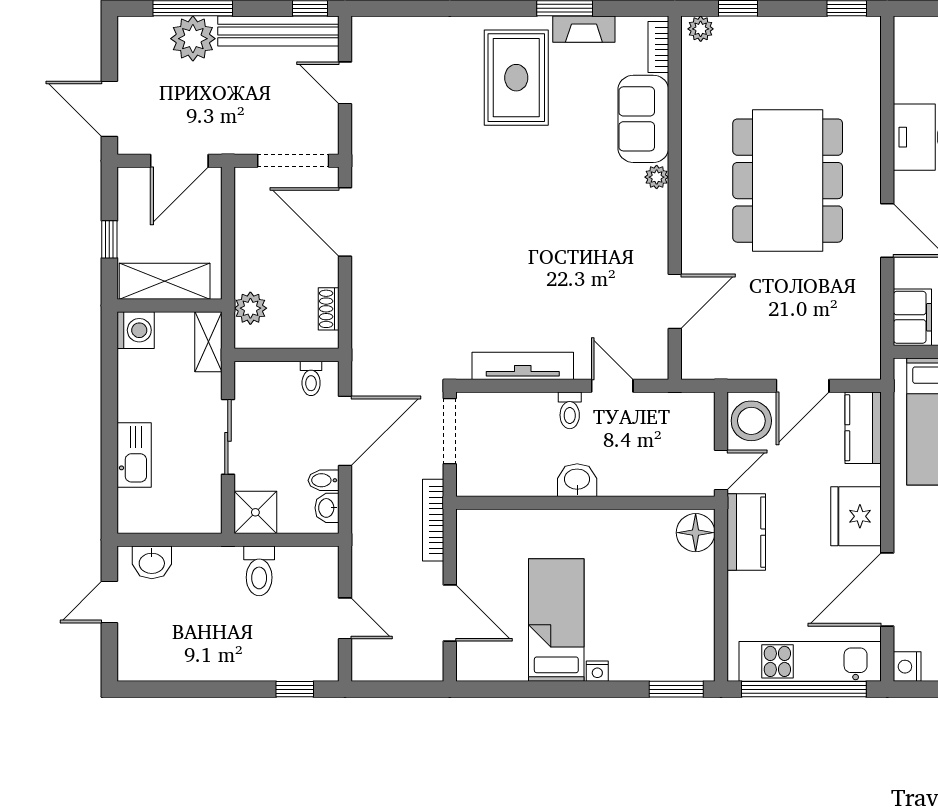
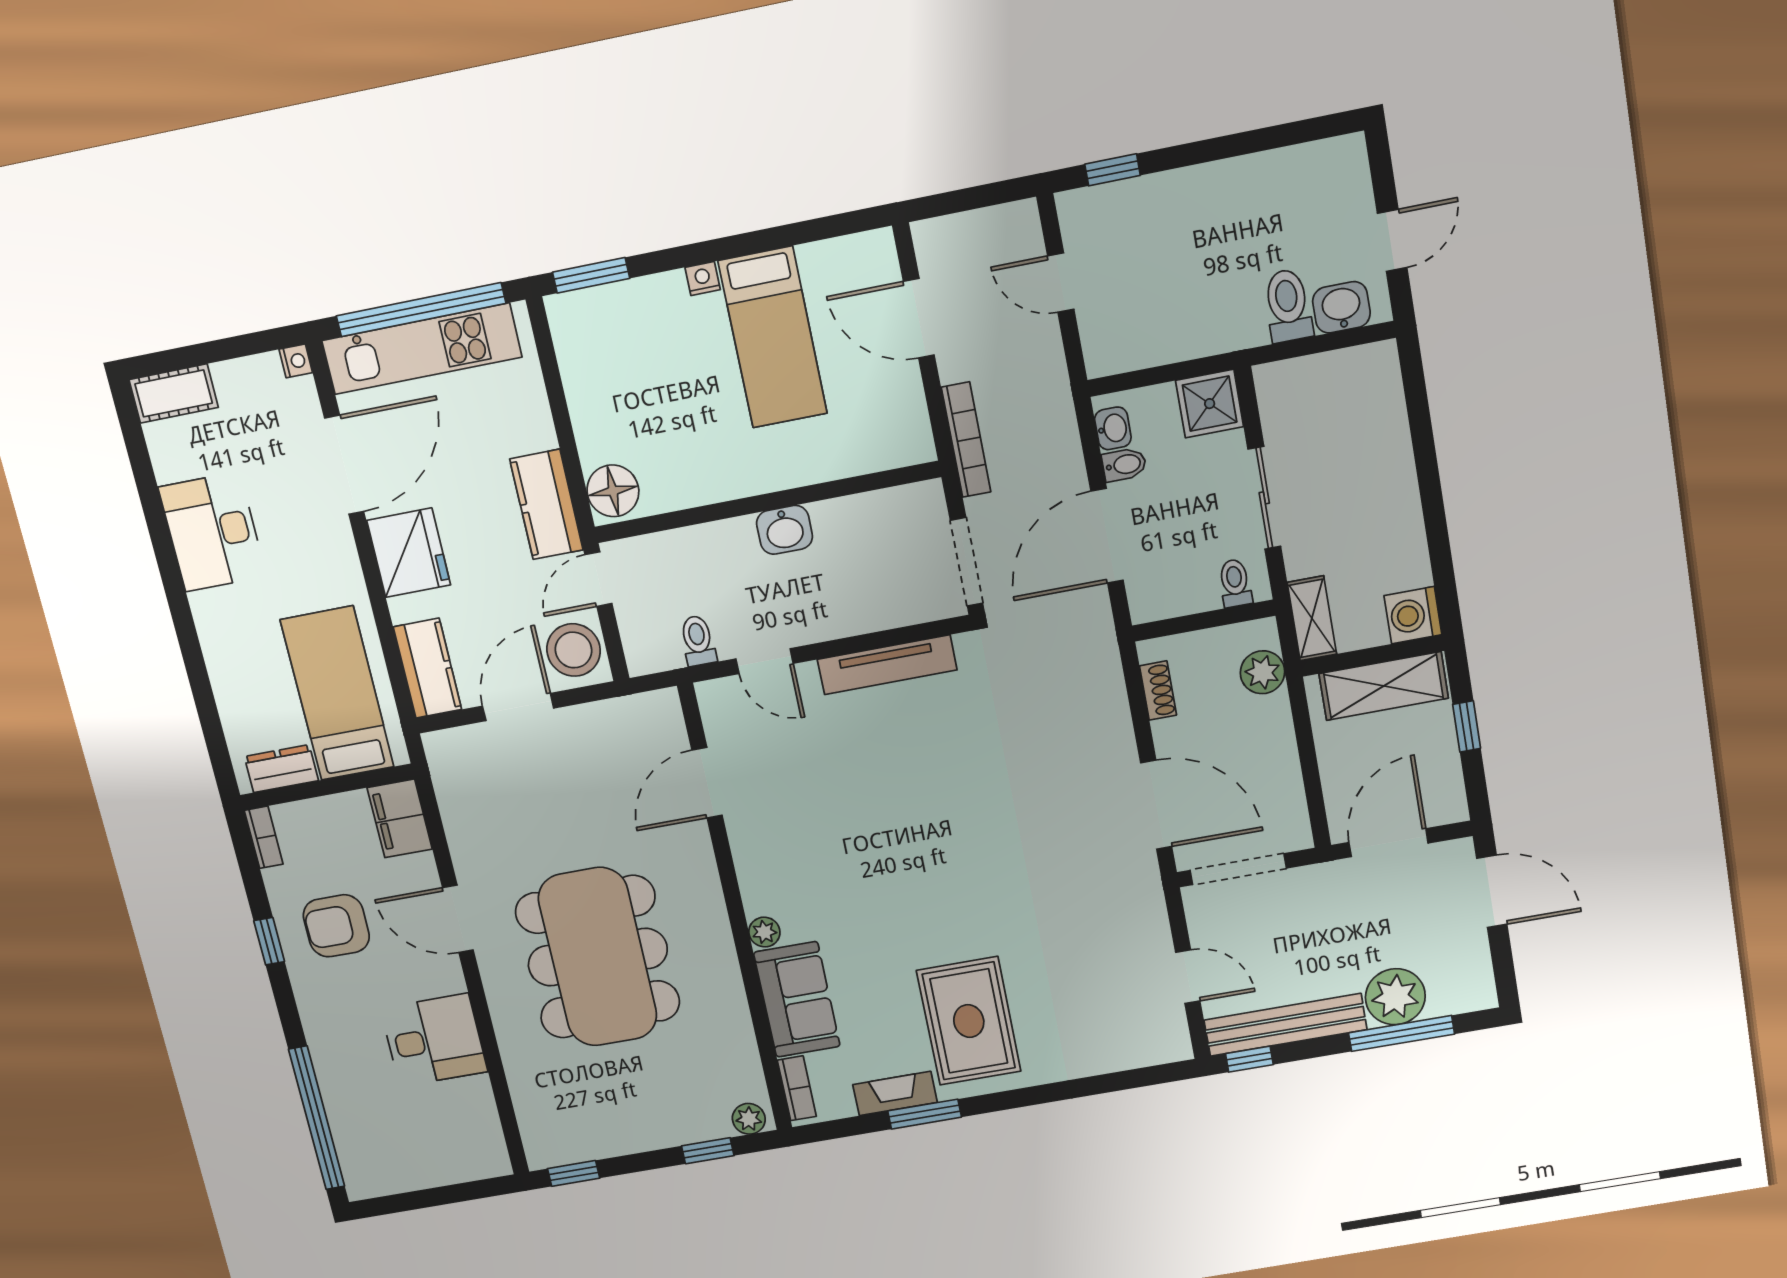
toilet: (311, 378) -> (1235, 583), moved
toilet: (570, 410) -> (698, 641), moved
kitchen sink: (134, 455) -> (1389, 449), removed
toilet: (259, 571) -> (1288, 306), moved
nightstand: (907, 667) -> (296, 361), width x0.72, depth x0.74

